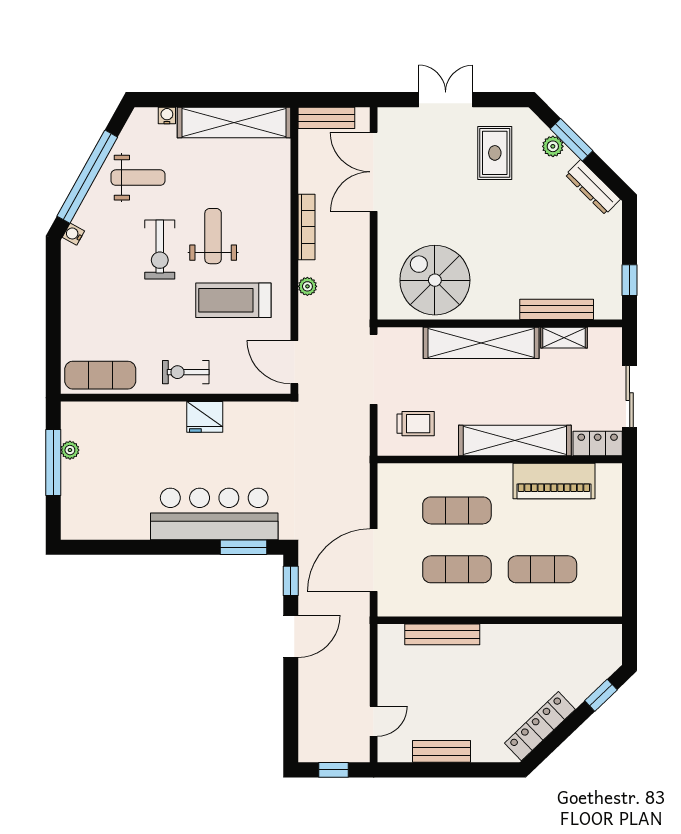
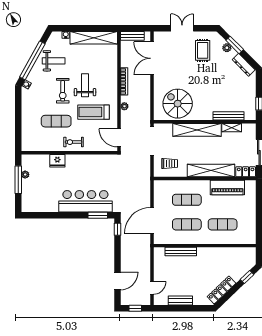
exercise mat: (100, 375) -> (56, 121), moved
fridge: (205, 417) -> (57, 161), moved
door: (291, 636) -> (117, 281), moved

